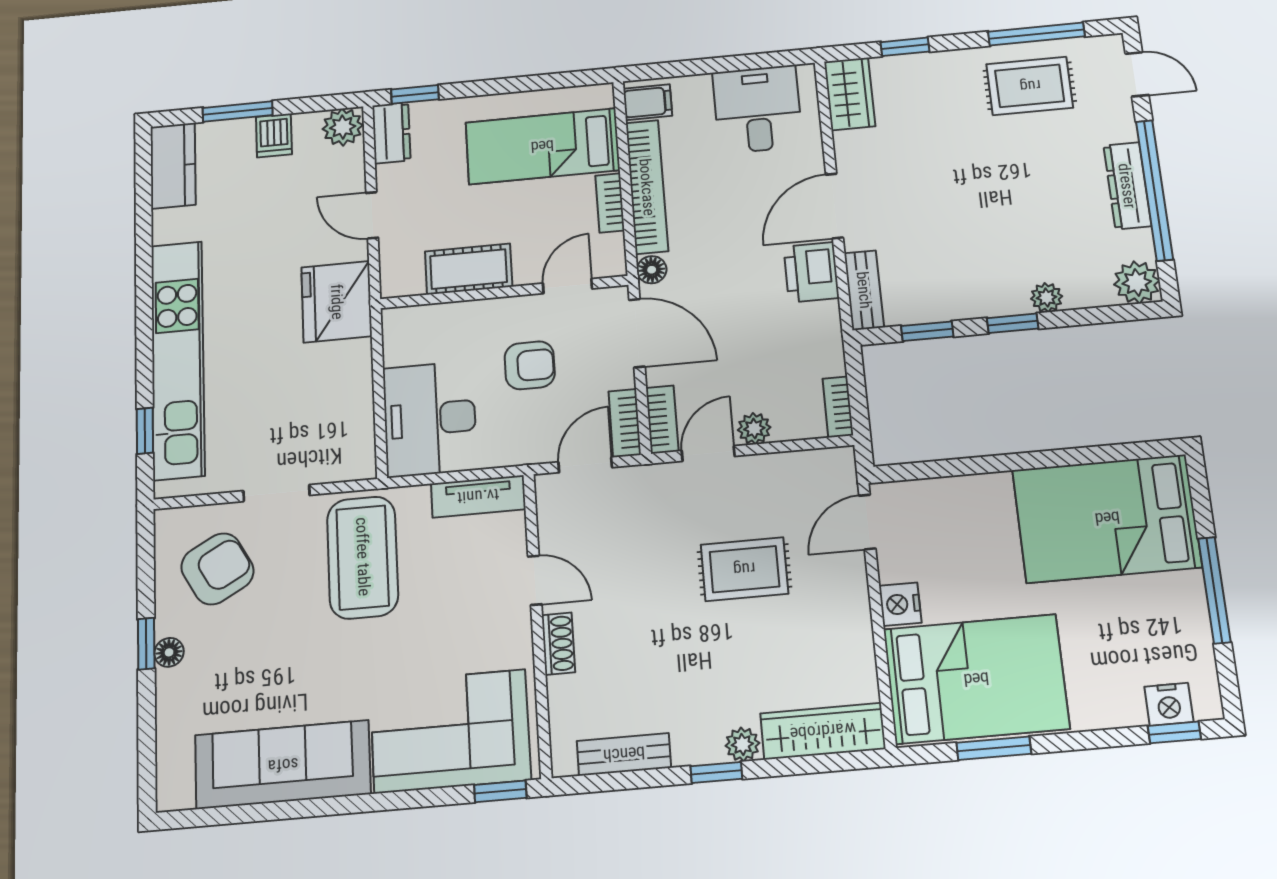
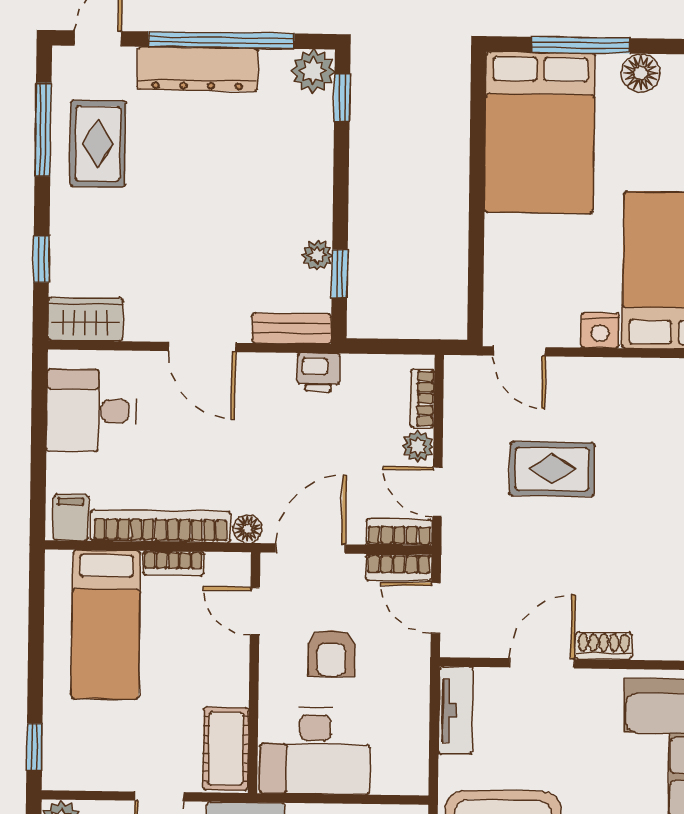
dresser: (391, 133) -> (74, 773), removed
dresser: (1127, 186) -> (197, 69), width x1.37, depth x1.24
cot: (469, 269) -> (226, 749), moved
printer: (811, 272) -> (318, 373), moved, width x0.73, depth x0.81
plant: (1047, 298) -> (317, 255), moved
window: (1013, 323) -> (342, 97), moved
armchair: (530, 365) -> (331, 653), turned 180
bookcase: (838, 407) -> (422, 399), moved, turned 90
desk: (430, 419) -> (315, 751), moved
rug: (744, 569) -> (552, 469), turned 90
door: (535, 580) -> (542, 663), width x1.38
window: (1214, 590) -> (581, 45), moved
floor lamp: (1188, 619) -> (641, 73), added

